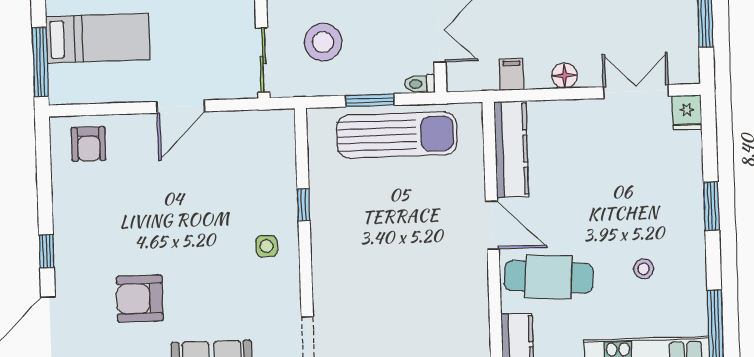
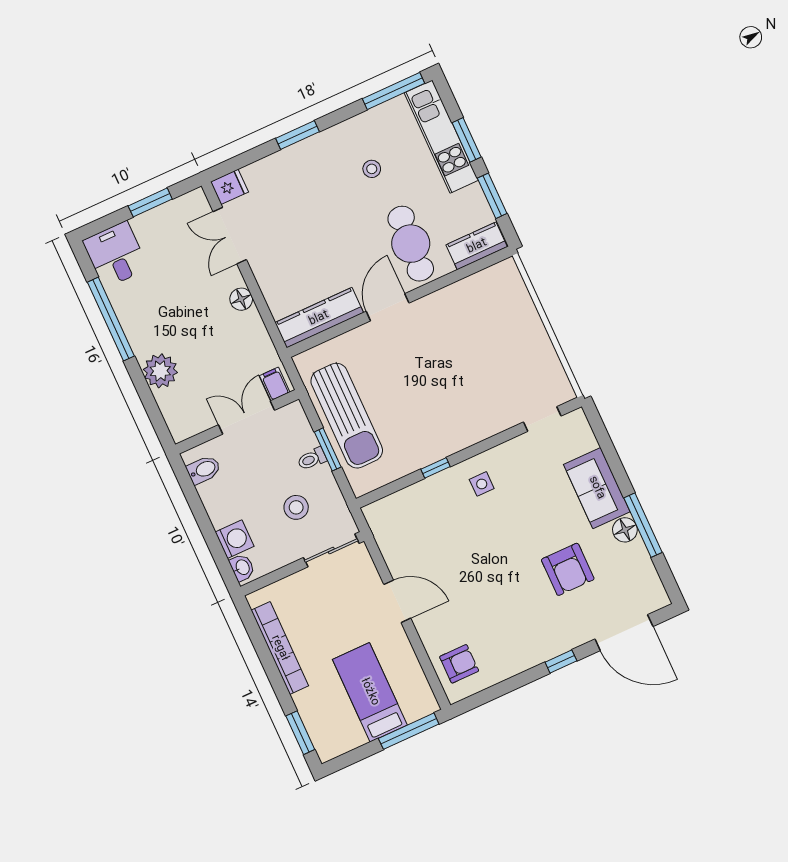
stool: (323, 42) -> (296, 507), width x0.73, depth x0.73
filing cabinet: (512, 74) -> (275, 384), moved, turned 90
toilet: (420, 84) -> (312, 459), moved, turned 90
sun lounger: (397, 135) -> (347, 416), turned 180

